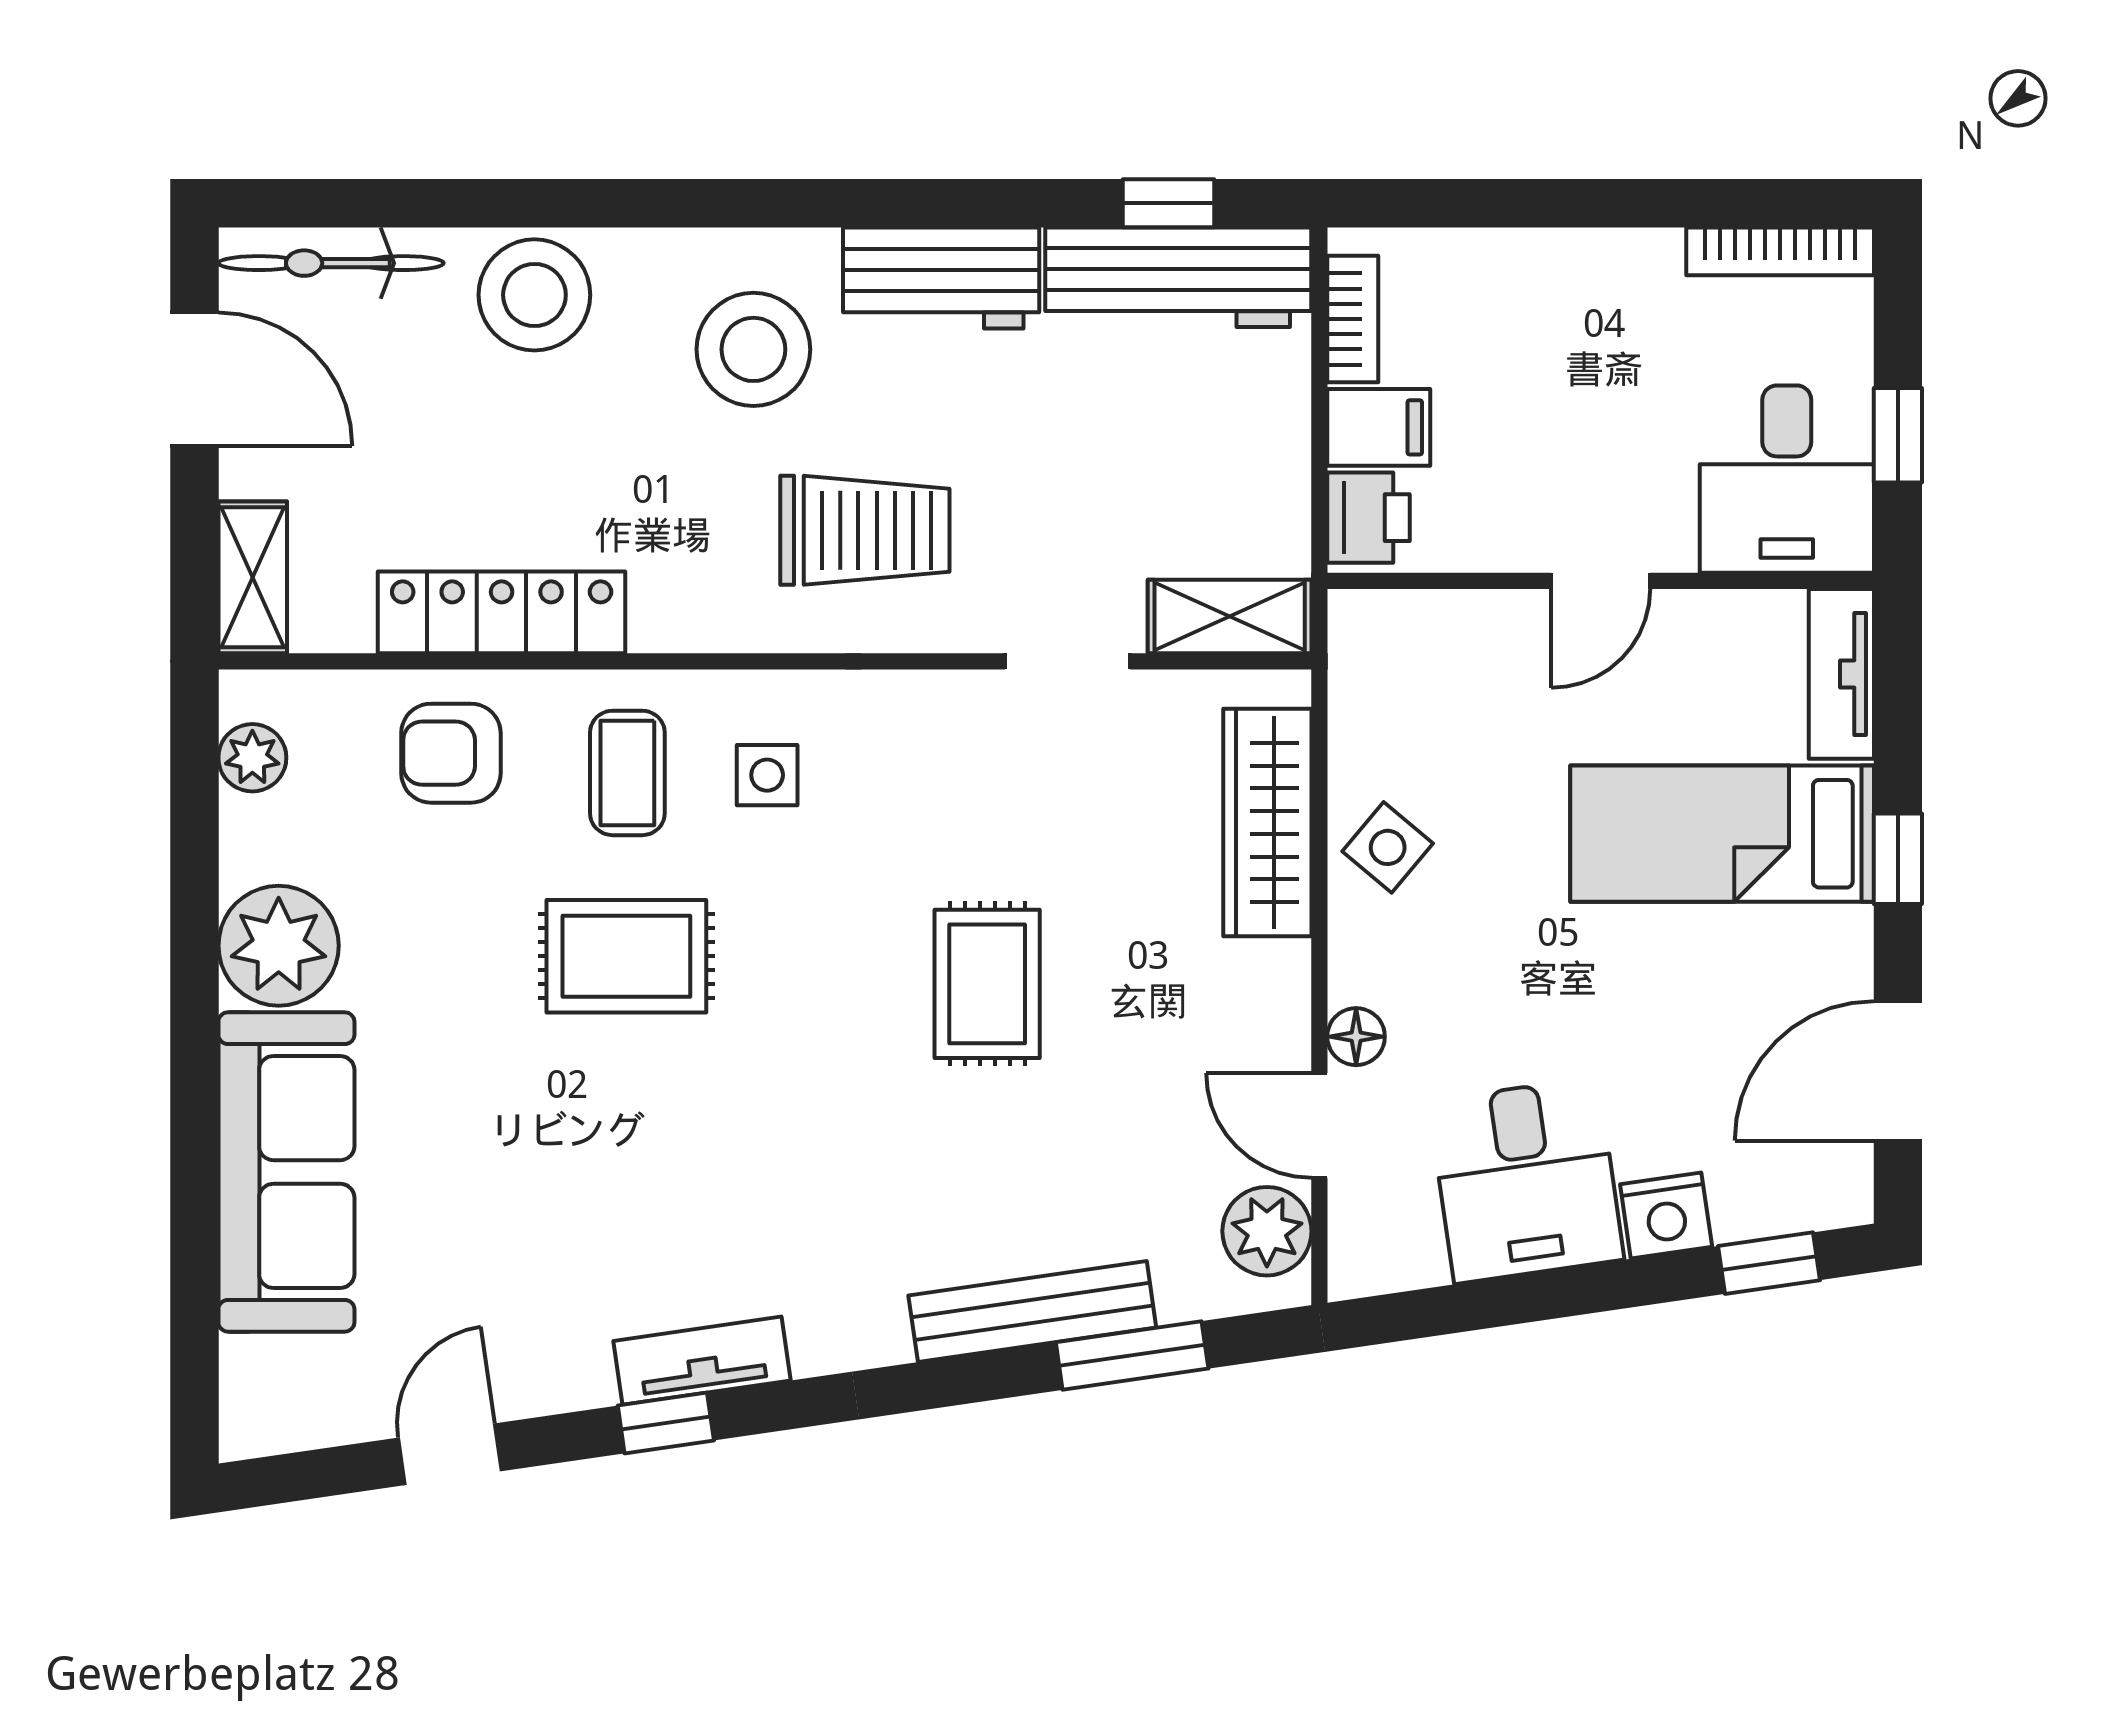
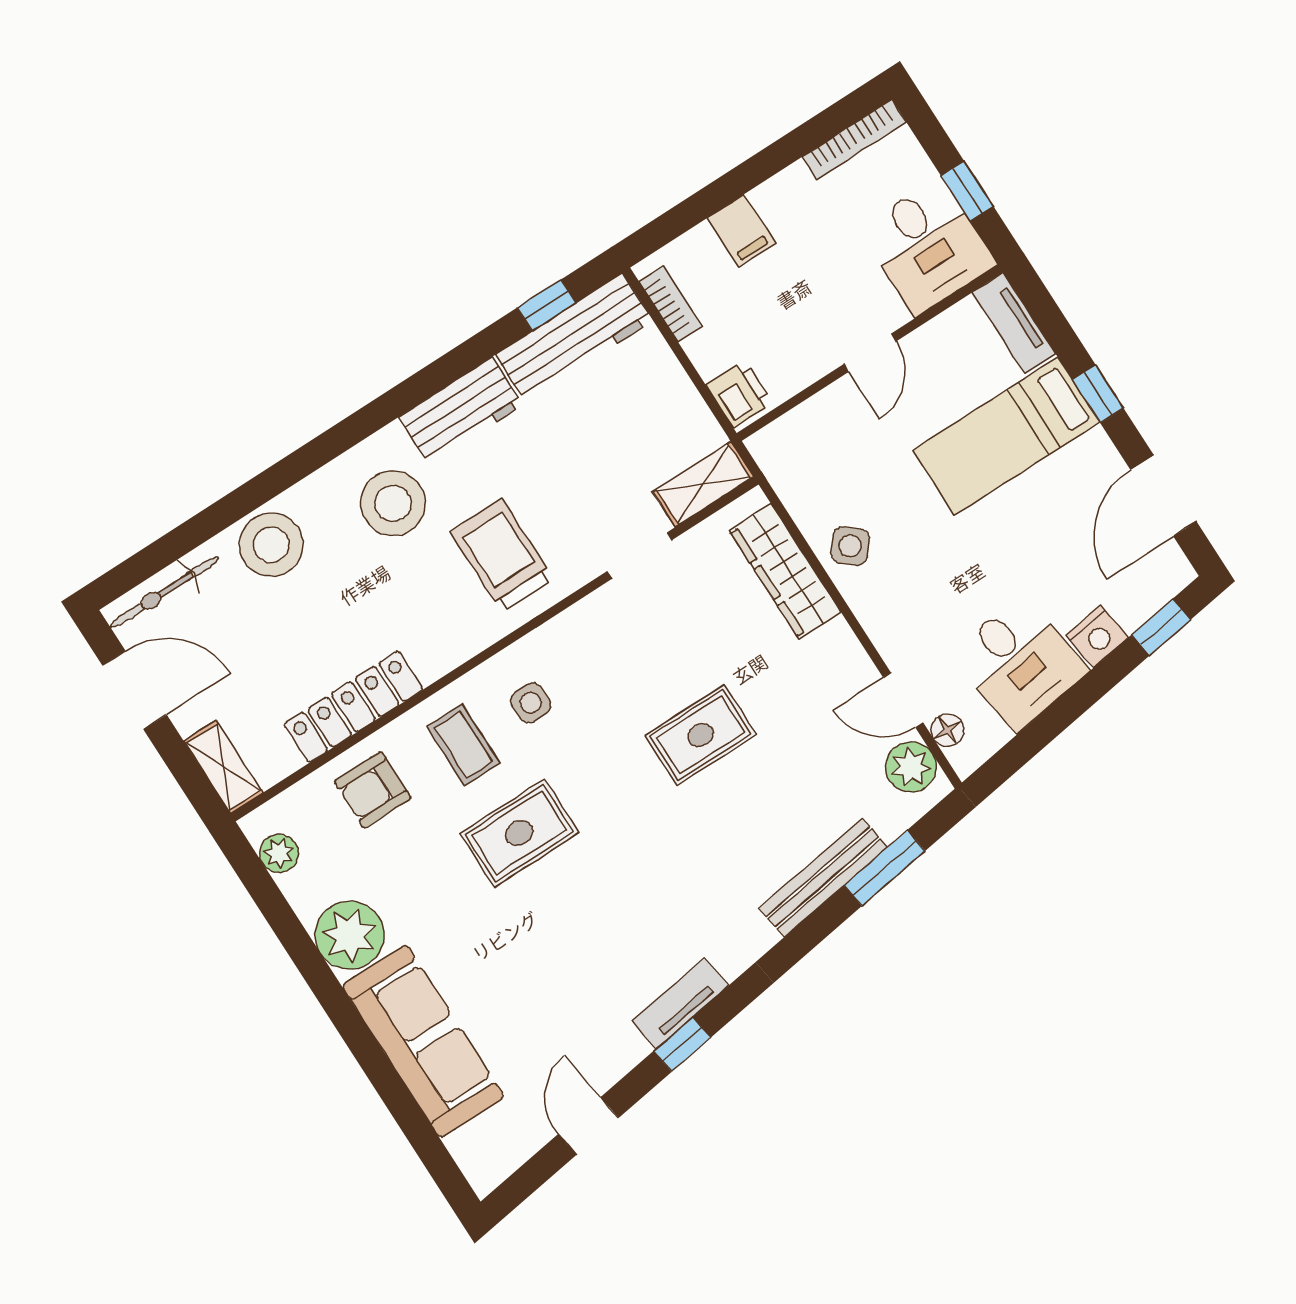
filing cabinet: (1379, 427) -> (741, 231), moved, turned 90
trolley: (865, 530) -> (502, 555), turned -90
rug: (987, 984) -> (701, 735), turned 90
floor lamp: (1356, 1037) -> (948, 730), moved

